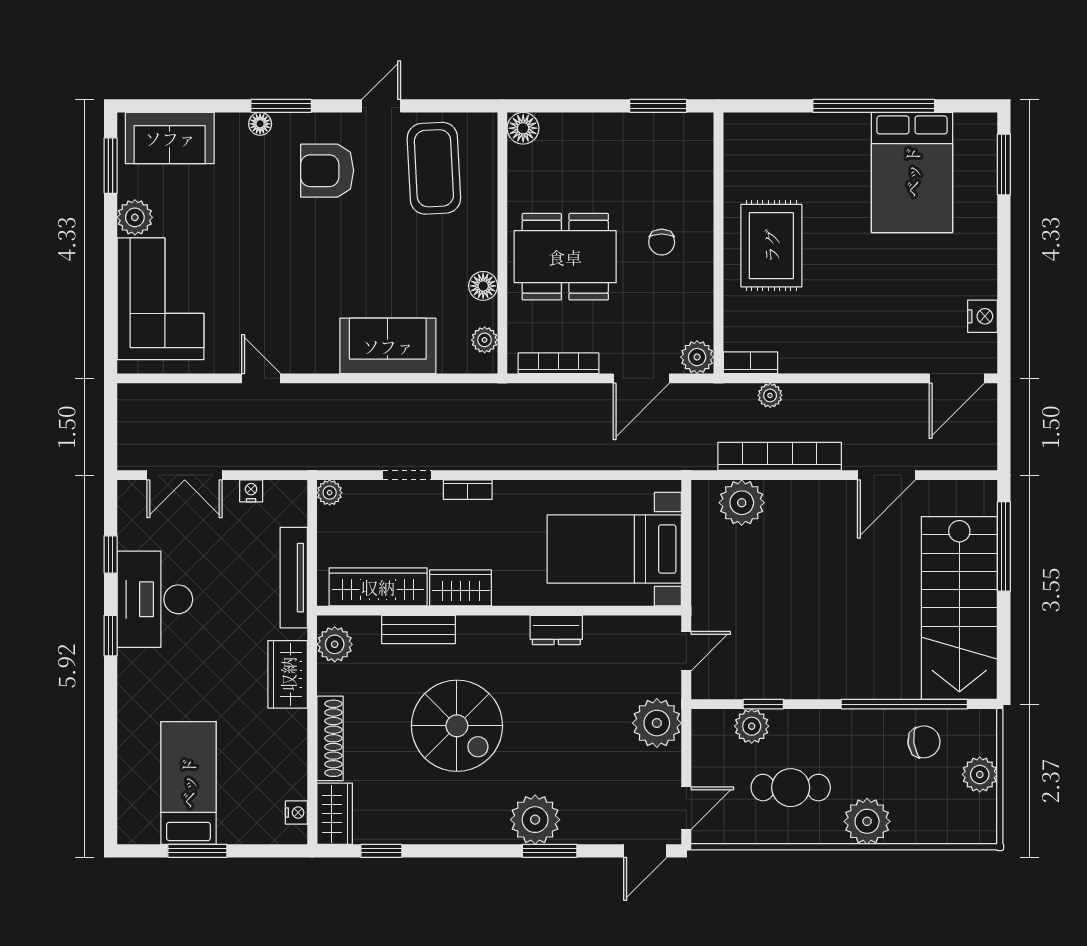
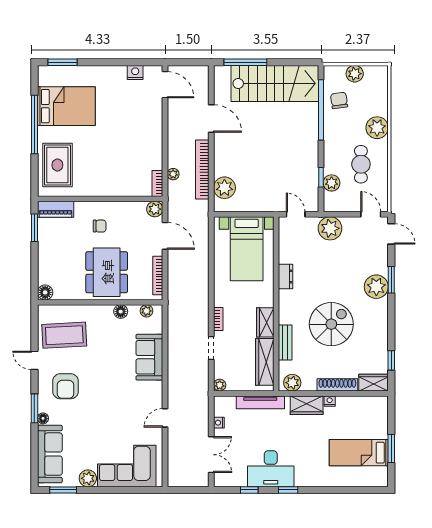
sofa: (170, 138) -> (50, 454), width x1.36
piano: (697, 150) -> (56, 209), added
rug: (771, 246) -> (57, 165), moved, turned 90
nightstand: (296, 813) -> (330, 401), moved

